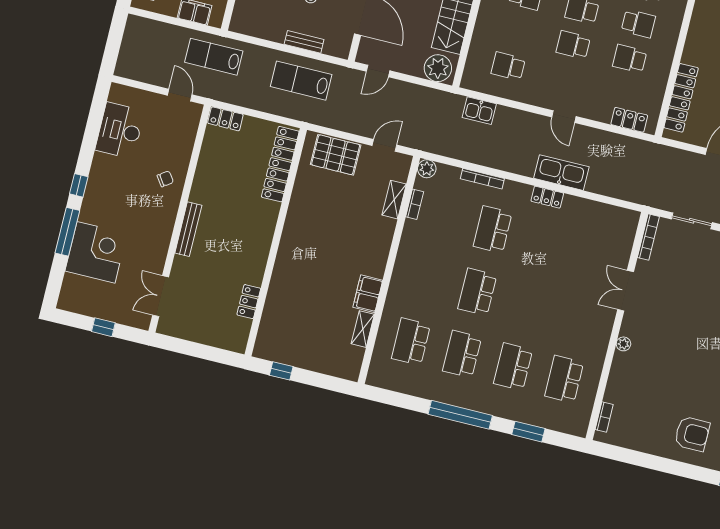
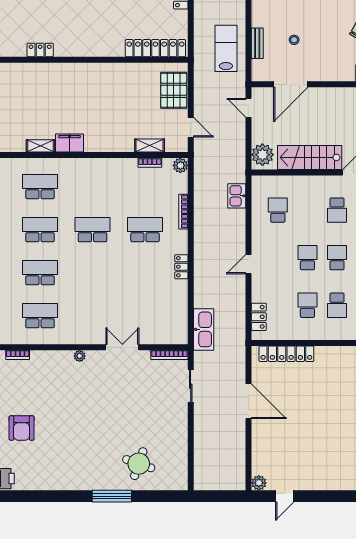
kitchen sink: (561, 173) -> (204, 329), moved

